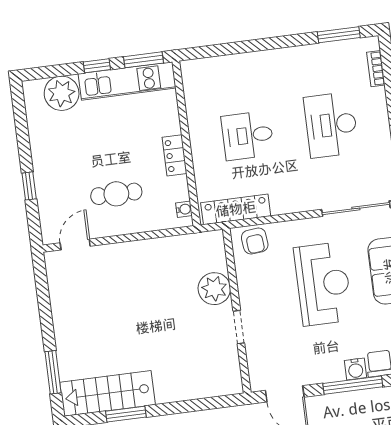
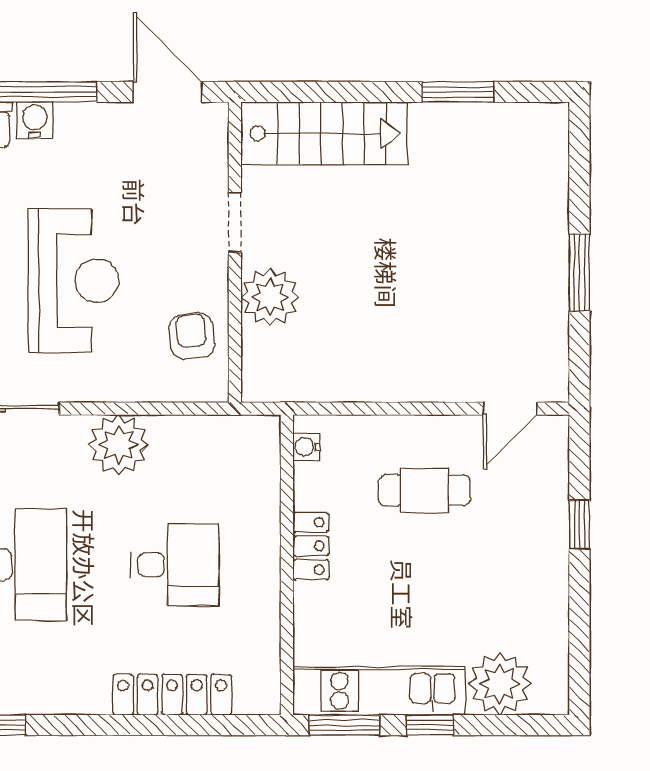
plant: (287, 197) -> (119, 445), added
locker: (236, 209) -> (172, 695), moved, turned 180
armchair: (255, 241) -> (192, 336), moved
reception desk: (323, 284) -> (73, 281), turned 180
window: (53, 372) -> (579, 272), moved
stairs: (108, 393) -> (324, 133), moved

